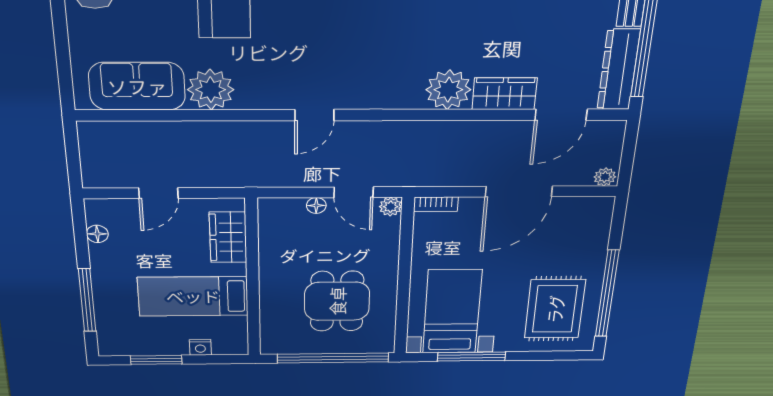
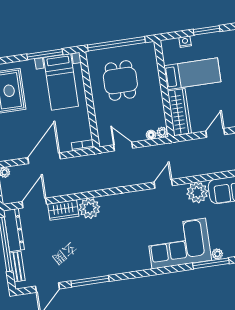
door: (314, 115) -> (163, 184), moved
floor lamp: (316, 206) -> (151, 135), moved
plant: (391, 207) -> (162, 132), moved
wardrobe: (228, 237) -> (179, 112), width x1.50

